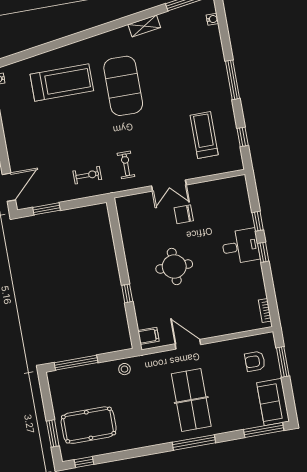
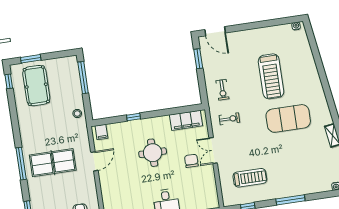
treadmill: (62, 82) -> (271, 76), moved
filing cabinet: (130, 223) -> (186, 120), added

